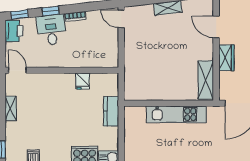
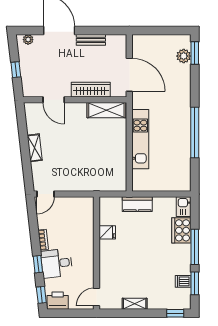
door: (216, 27) -> (54, 100), hinge flipped
wardrobe: (226, 58) -> (91, 90), width x1.50

